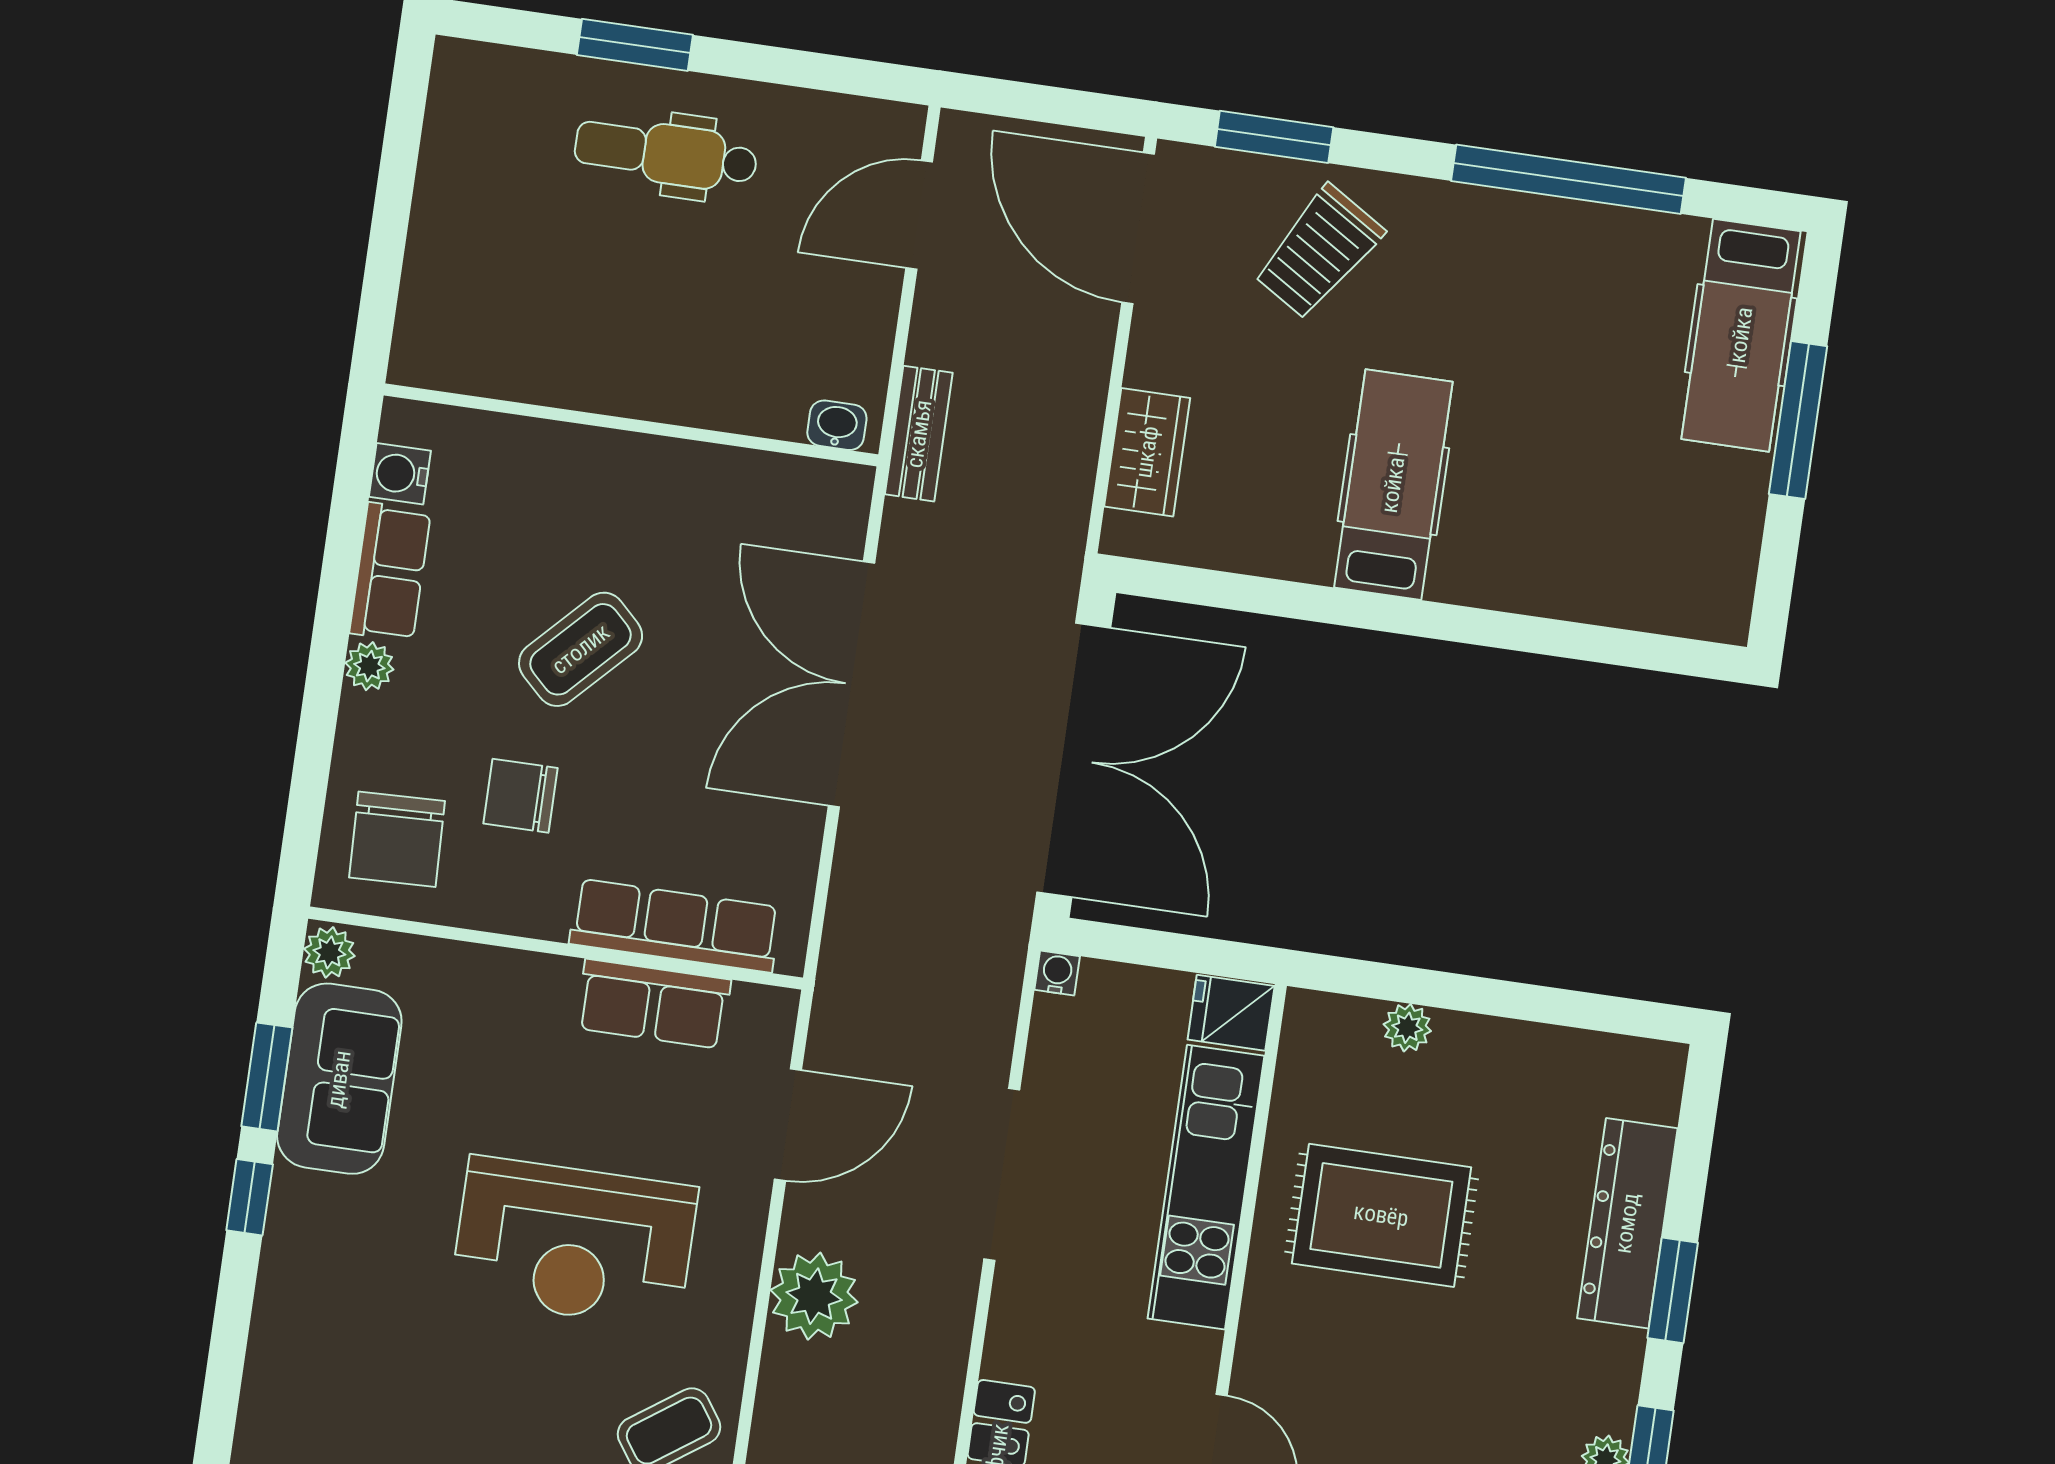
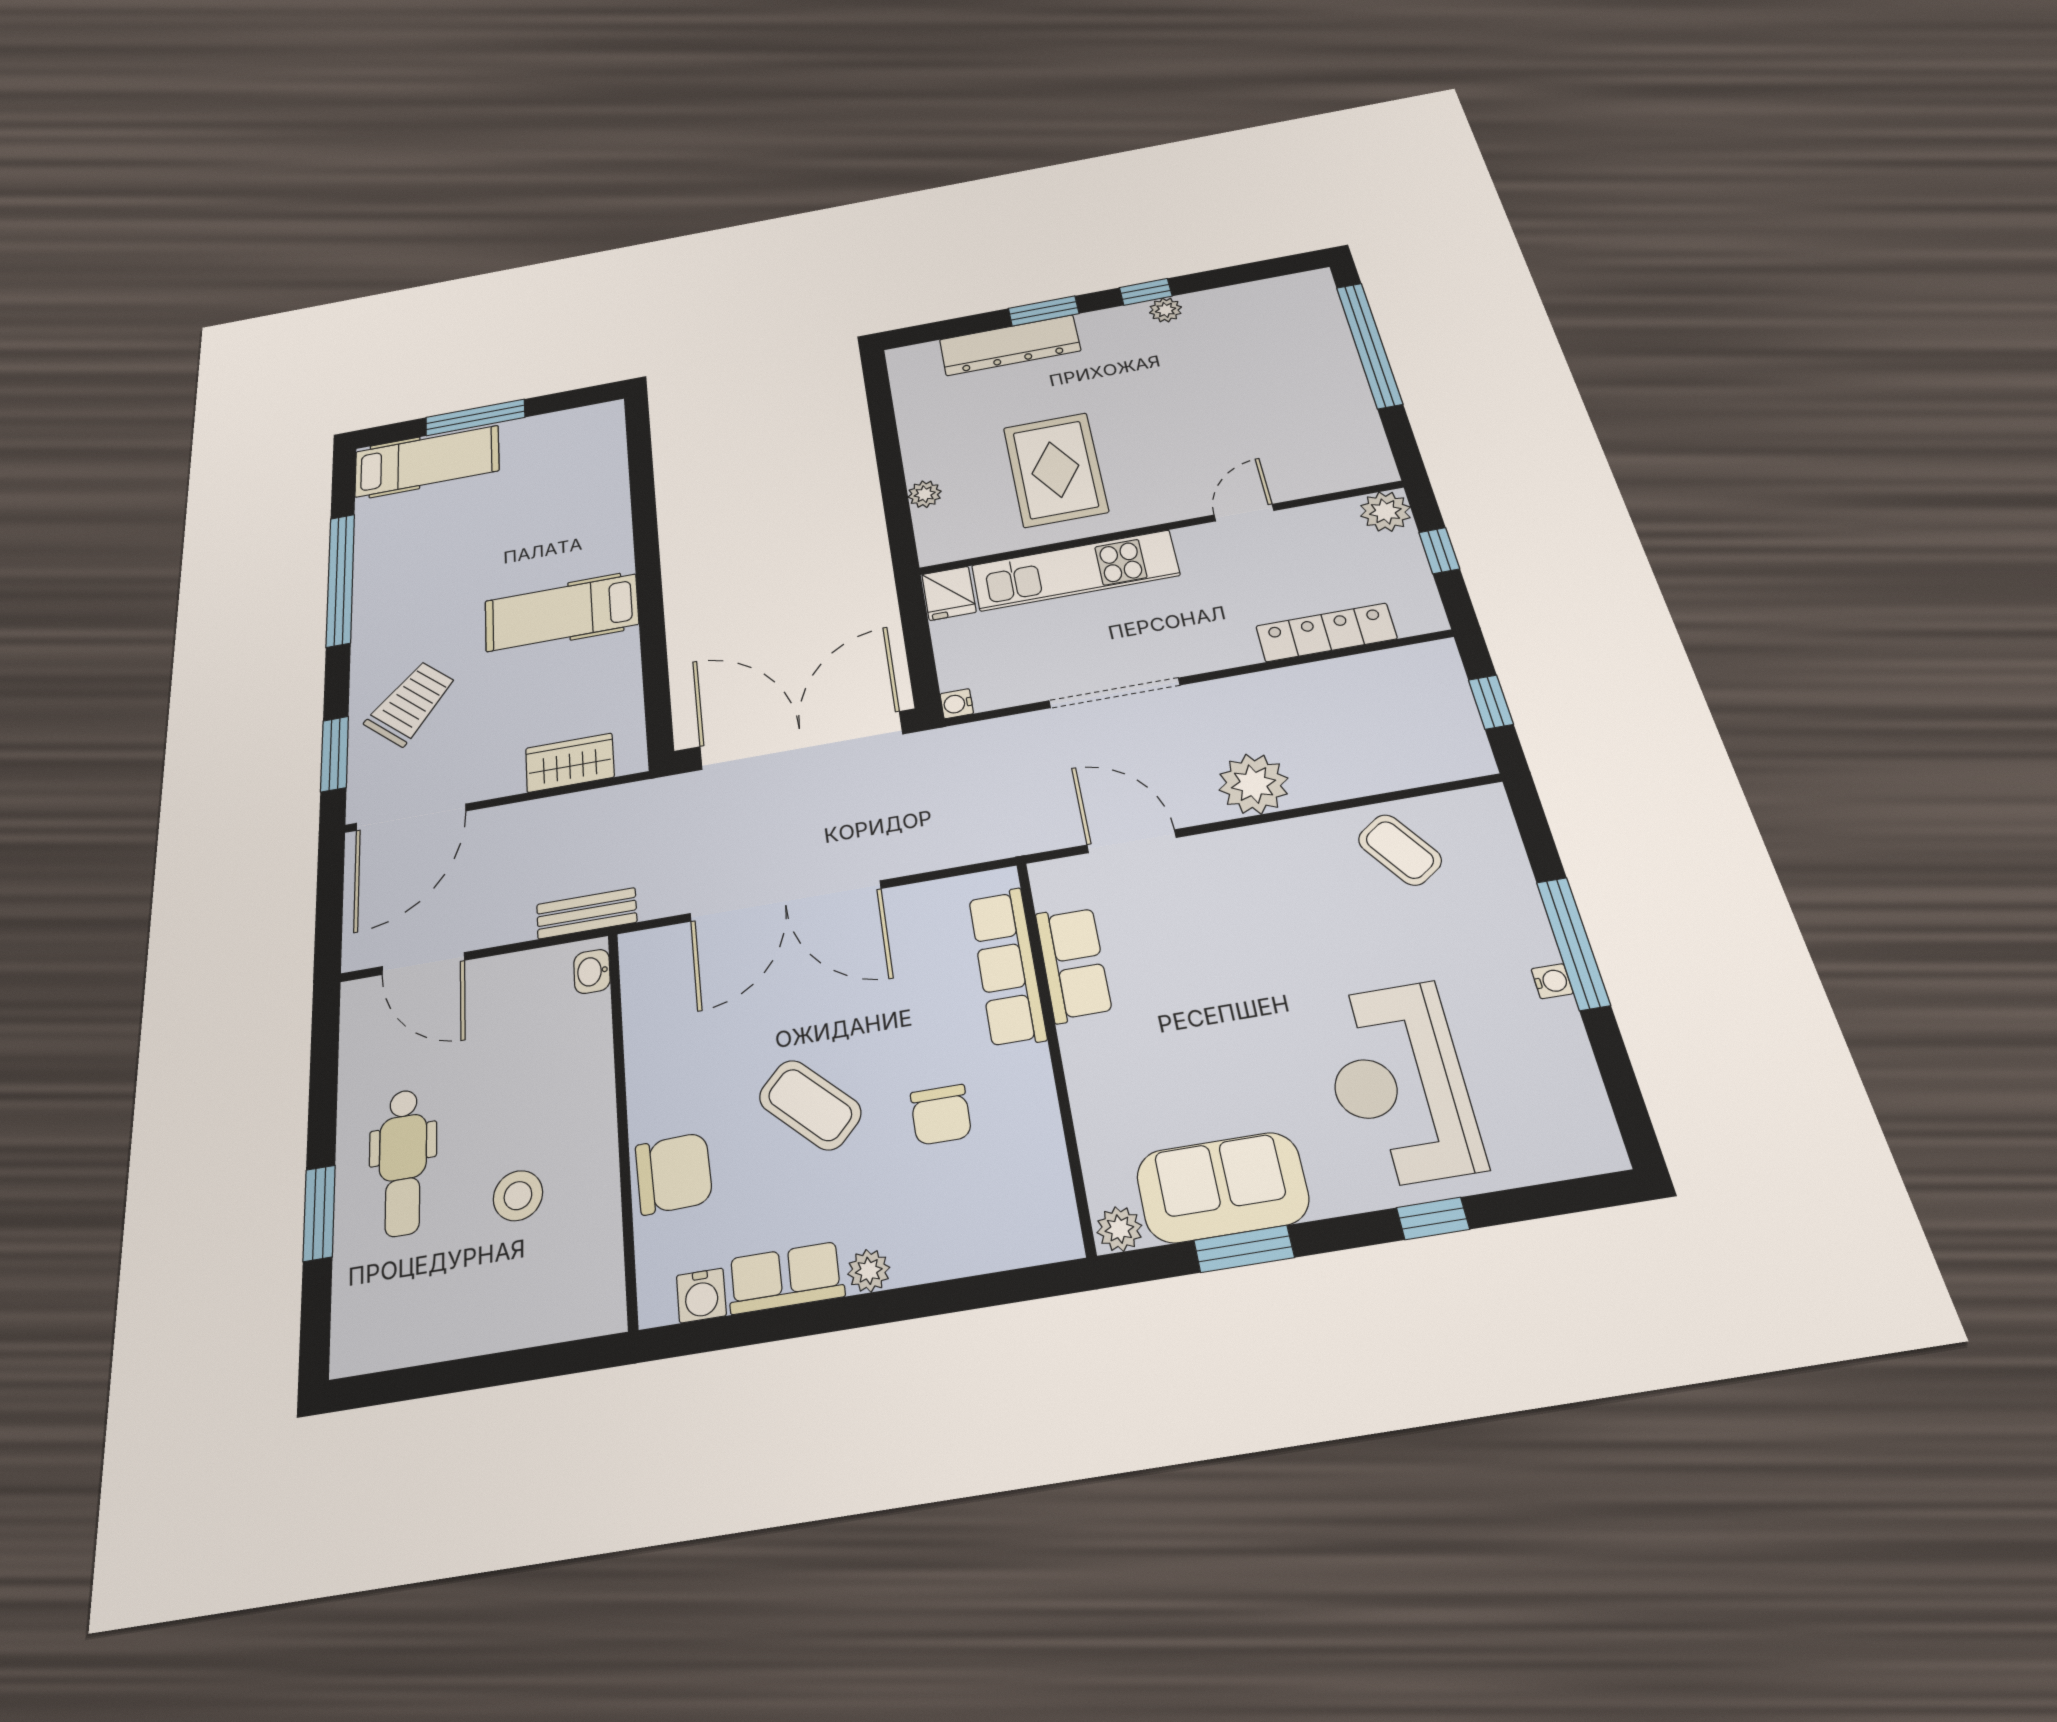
trolley: (1319, 252) -> (411, 703), turned -81
stool: (581, 285) -> (518, 1196), added
chair: (397, 839) -> (674, 1173), moved
window: (250, 1197) -> (1433, 1218), moved
reception desk: (574, 1242) -> (1399, 1083), moved, turned 180

